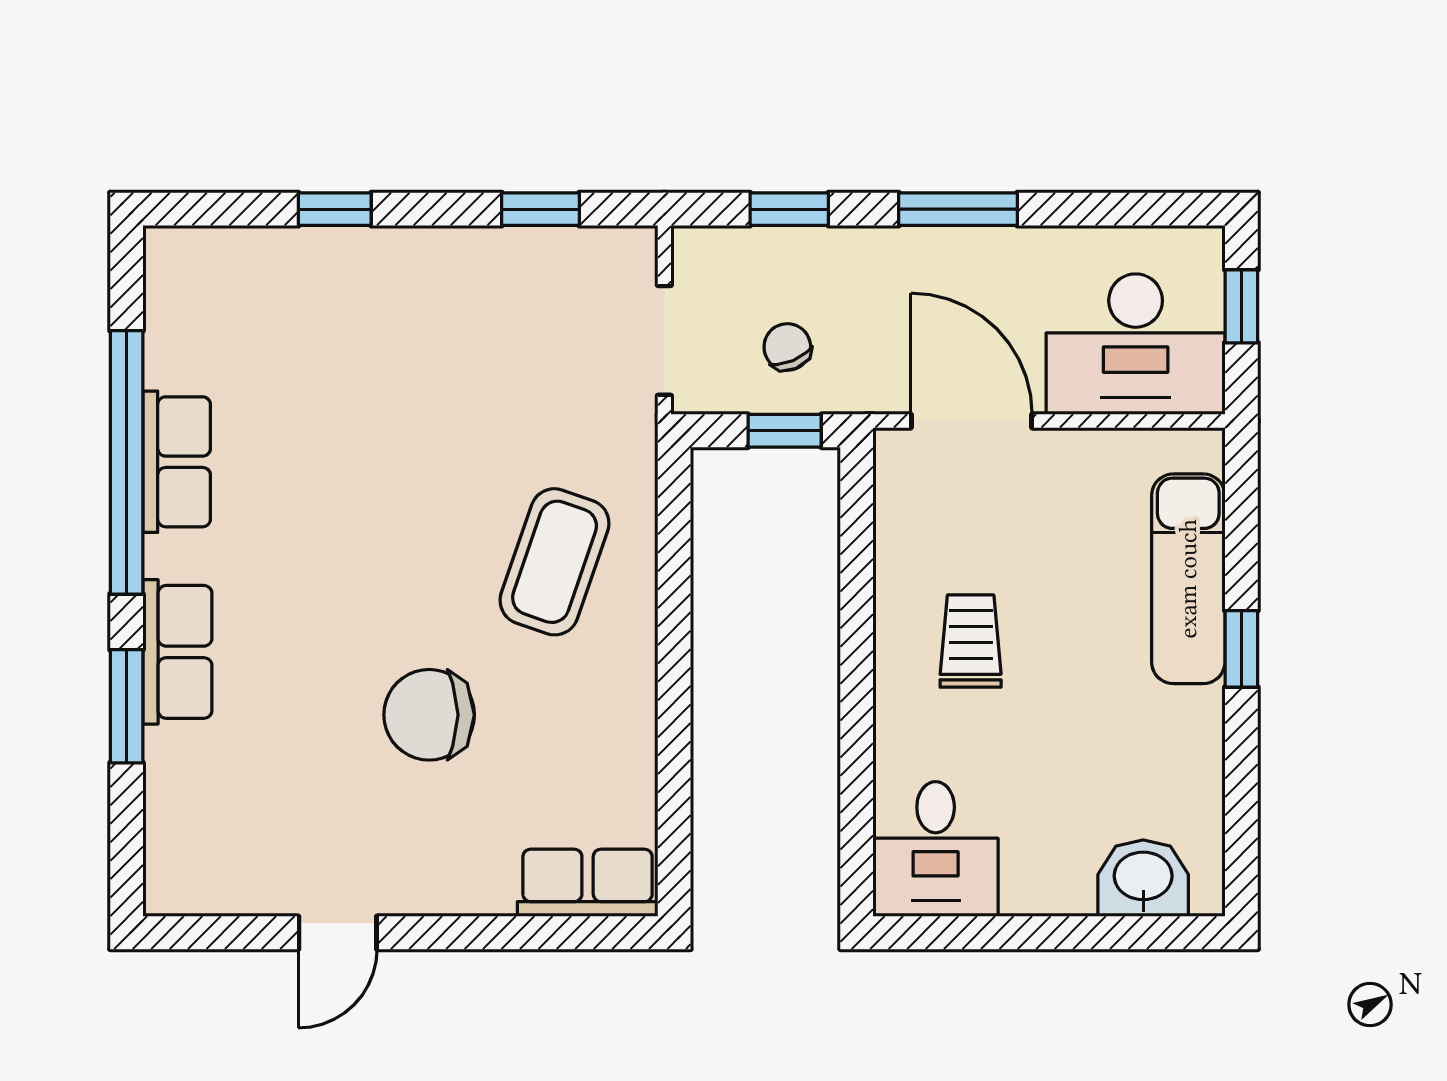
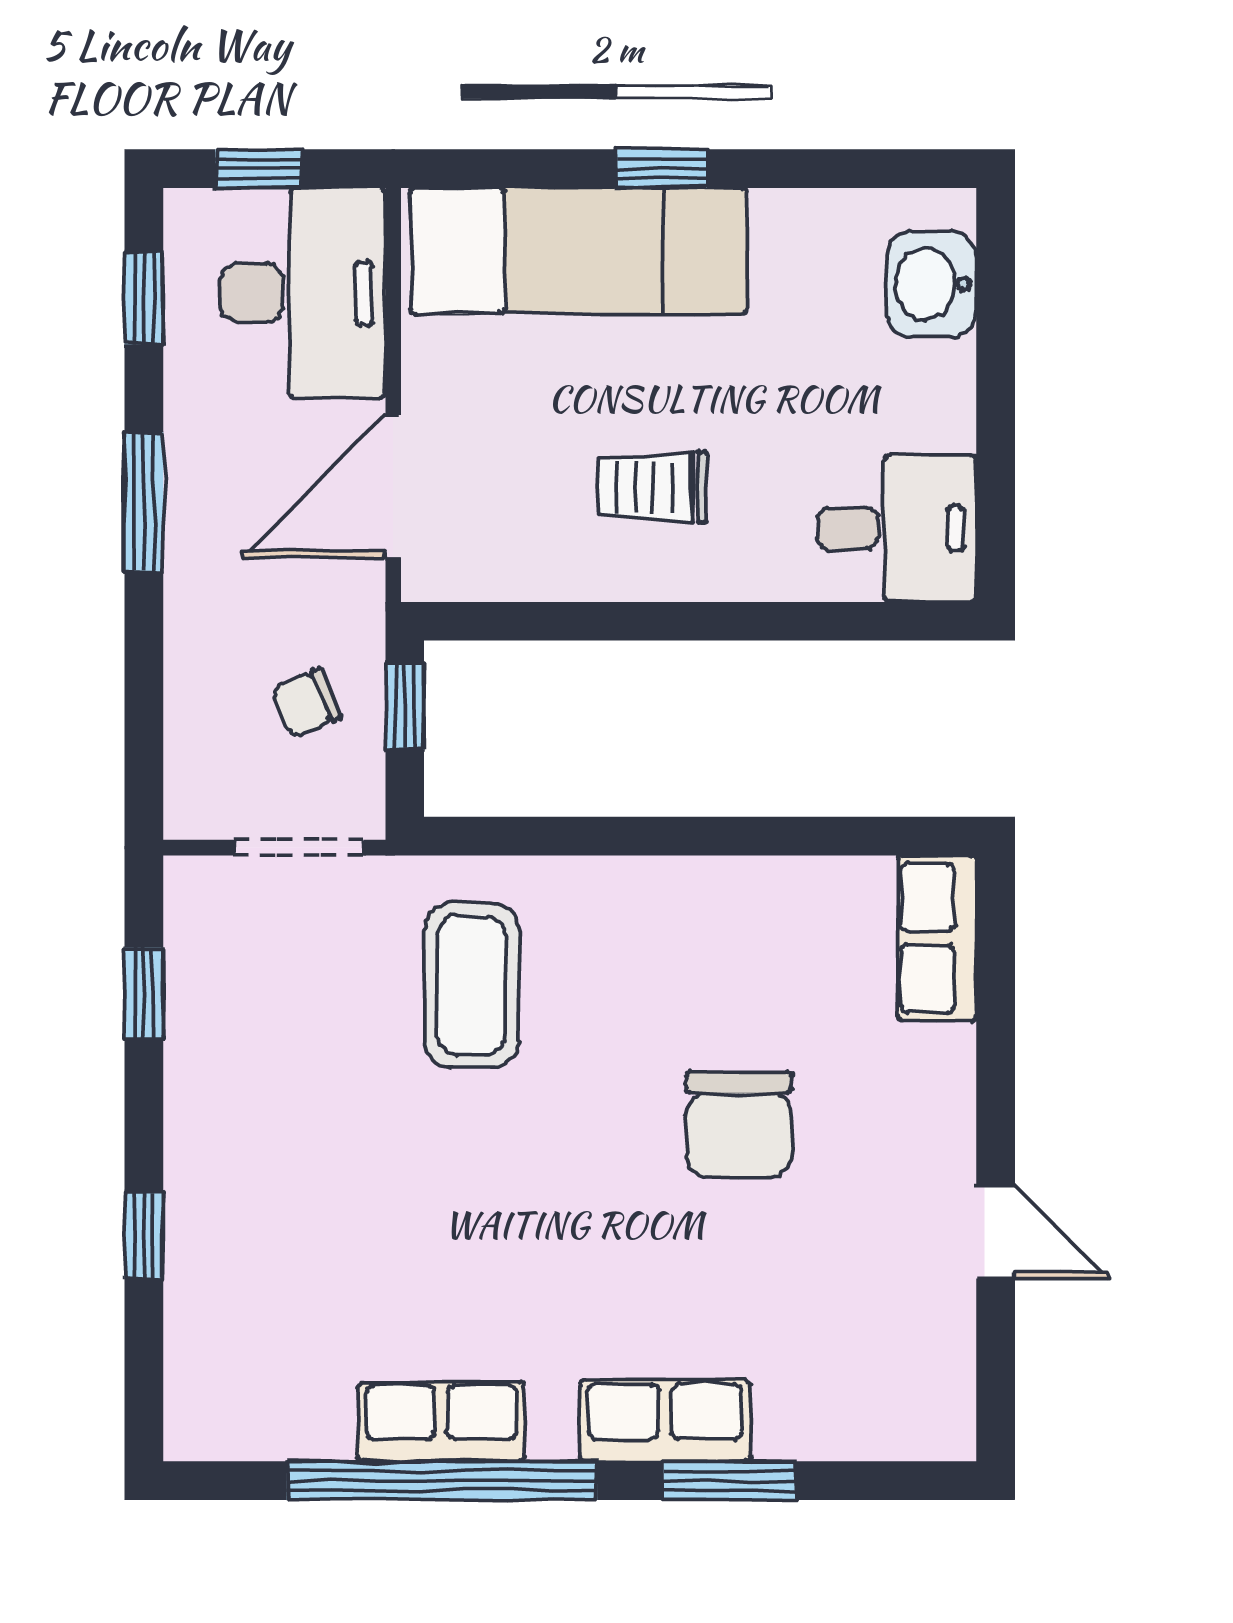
window: (789, 209) -> (144, 298), moved
coffee table: (555, 562) -> (471, 985), moved, turned 71
exam couch: (1188, 579) -> (579, 251), width x1.36, depth x1.45

